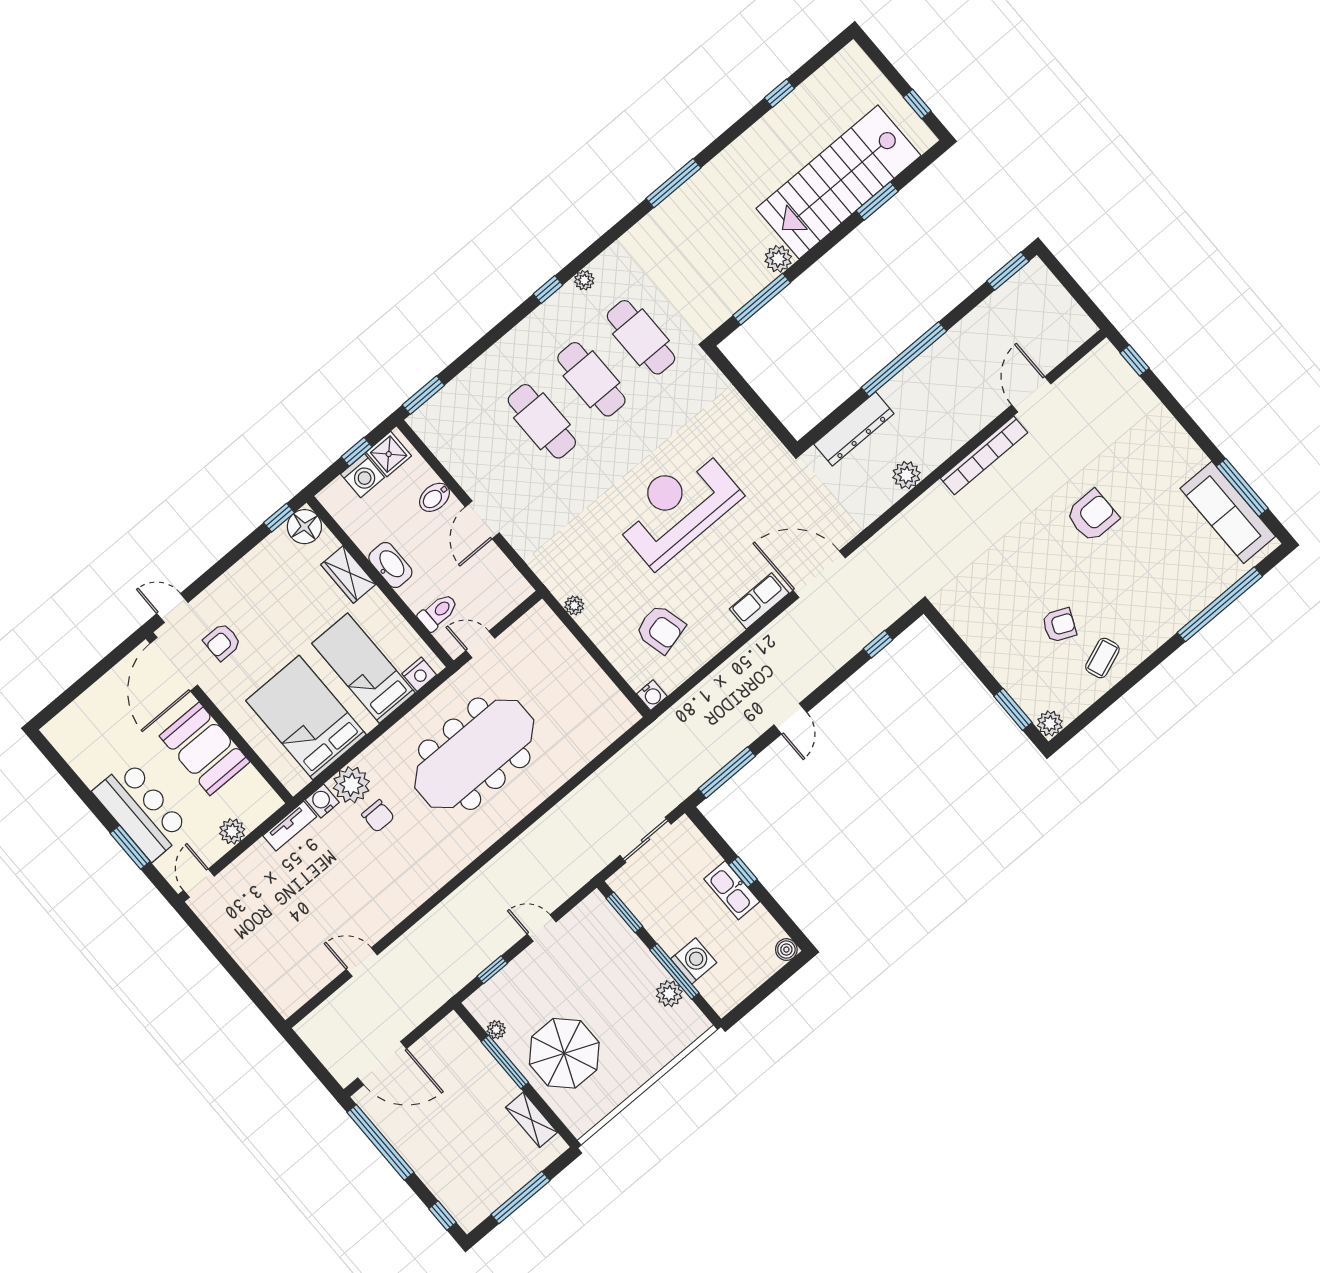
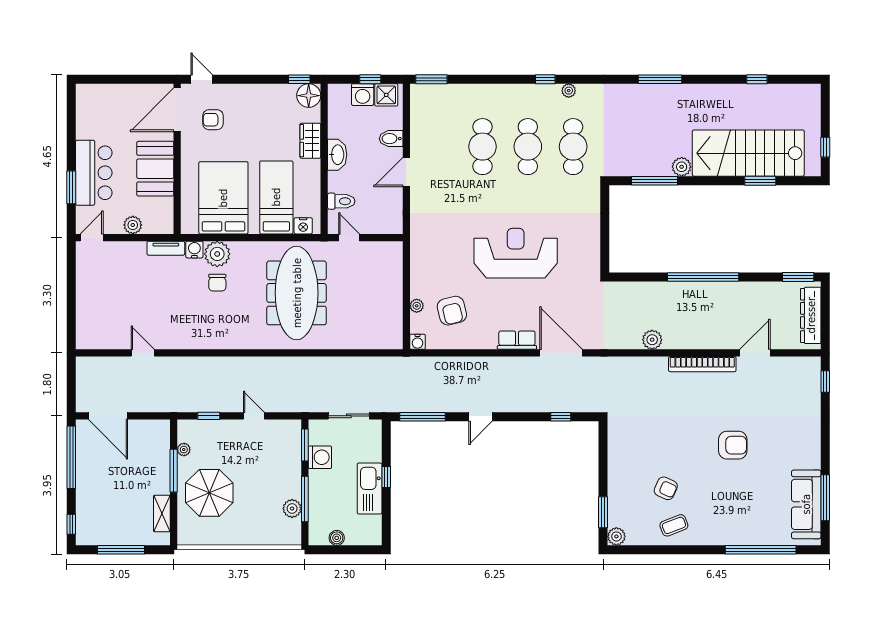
dresser: (854, 429) -> (811, 315), moved, turned 90
plant: (574, 605) -> (417, 306), moved
meeting table: (474, 754) -> (297, 293), turned 90
kitchen sink: (732, 890) -> (370, 489), width x1.36, depth x1.24
boiler: (786, 950) -> (337, 538), moved
washing machine: (694, 961) -> (320, 457), moved

